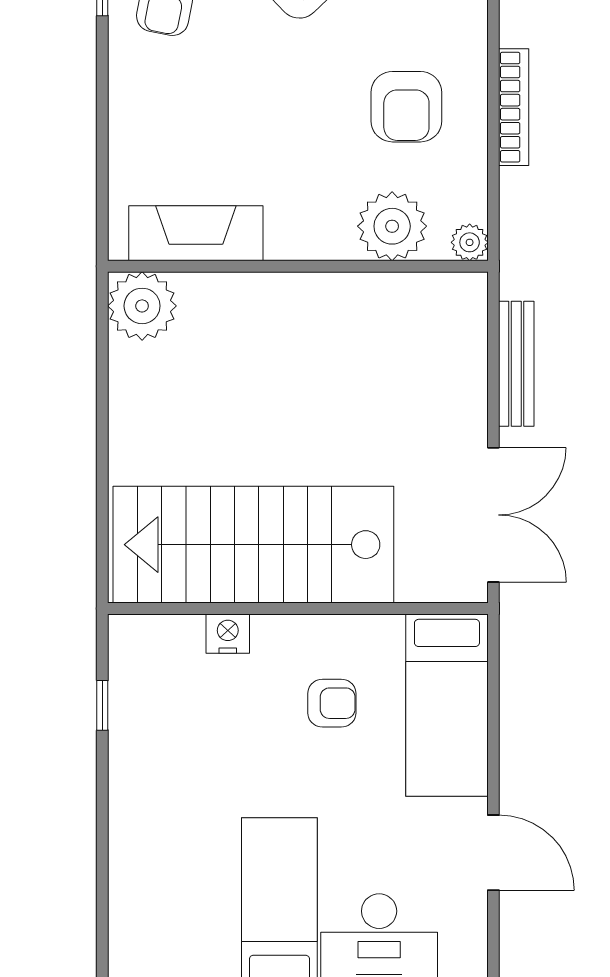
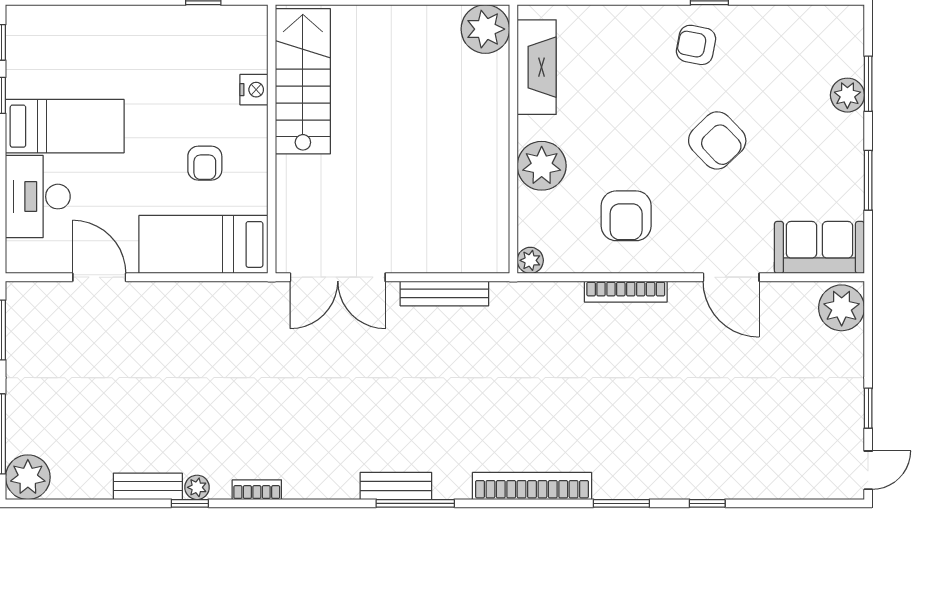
armchair: (406, 107) -> (626, 216), turned -90
plant: (392, 226) -> (542, 166), moved
stairs: (253, 545) -> (303, 81), width x0.73, depth x0.66
door: (493, 853) -> (99, 277), swing flipped

